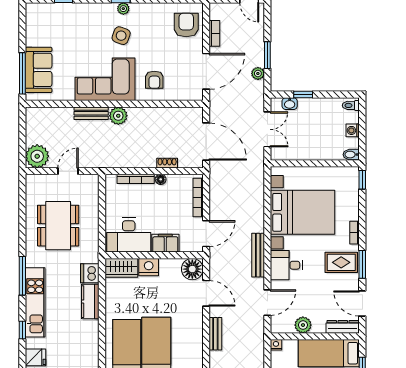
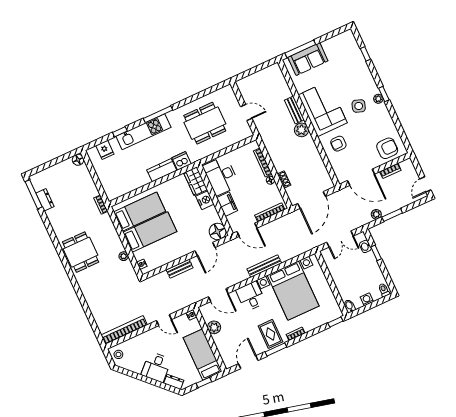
plant: (37, 156) -> (247, 86), removed
bench: (258, 255) -> (264, 266), moved
dresser: (343, 327) -> (226, 356), removed

